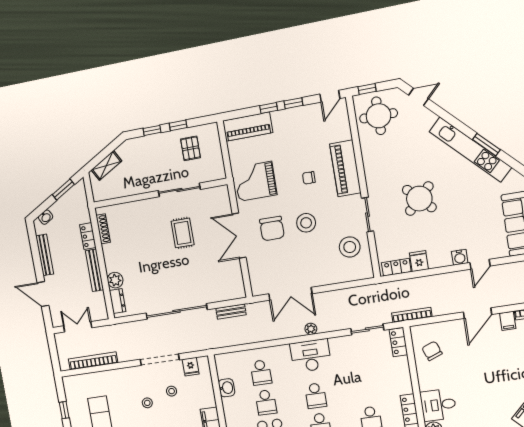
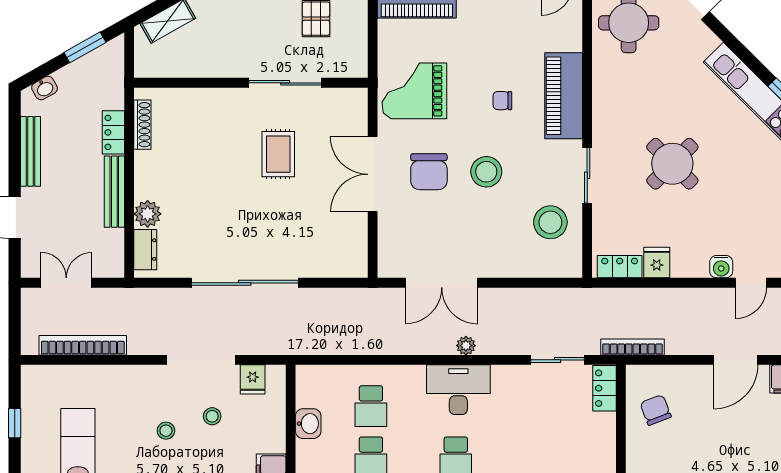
bench: (231, 312) -> (338, 297), removed

